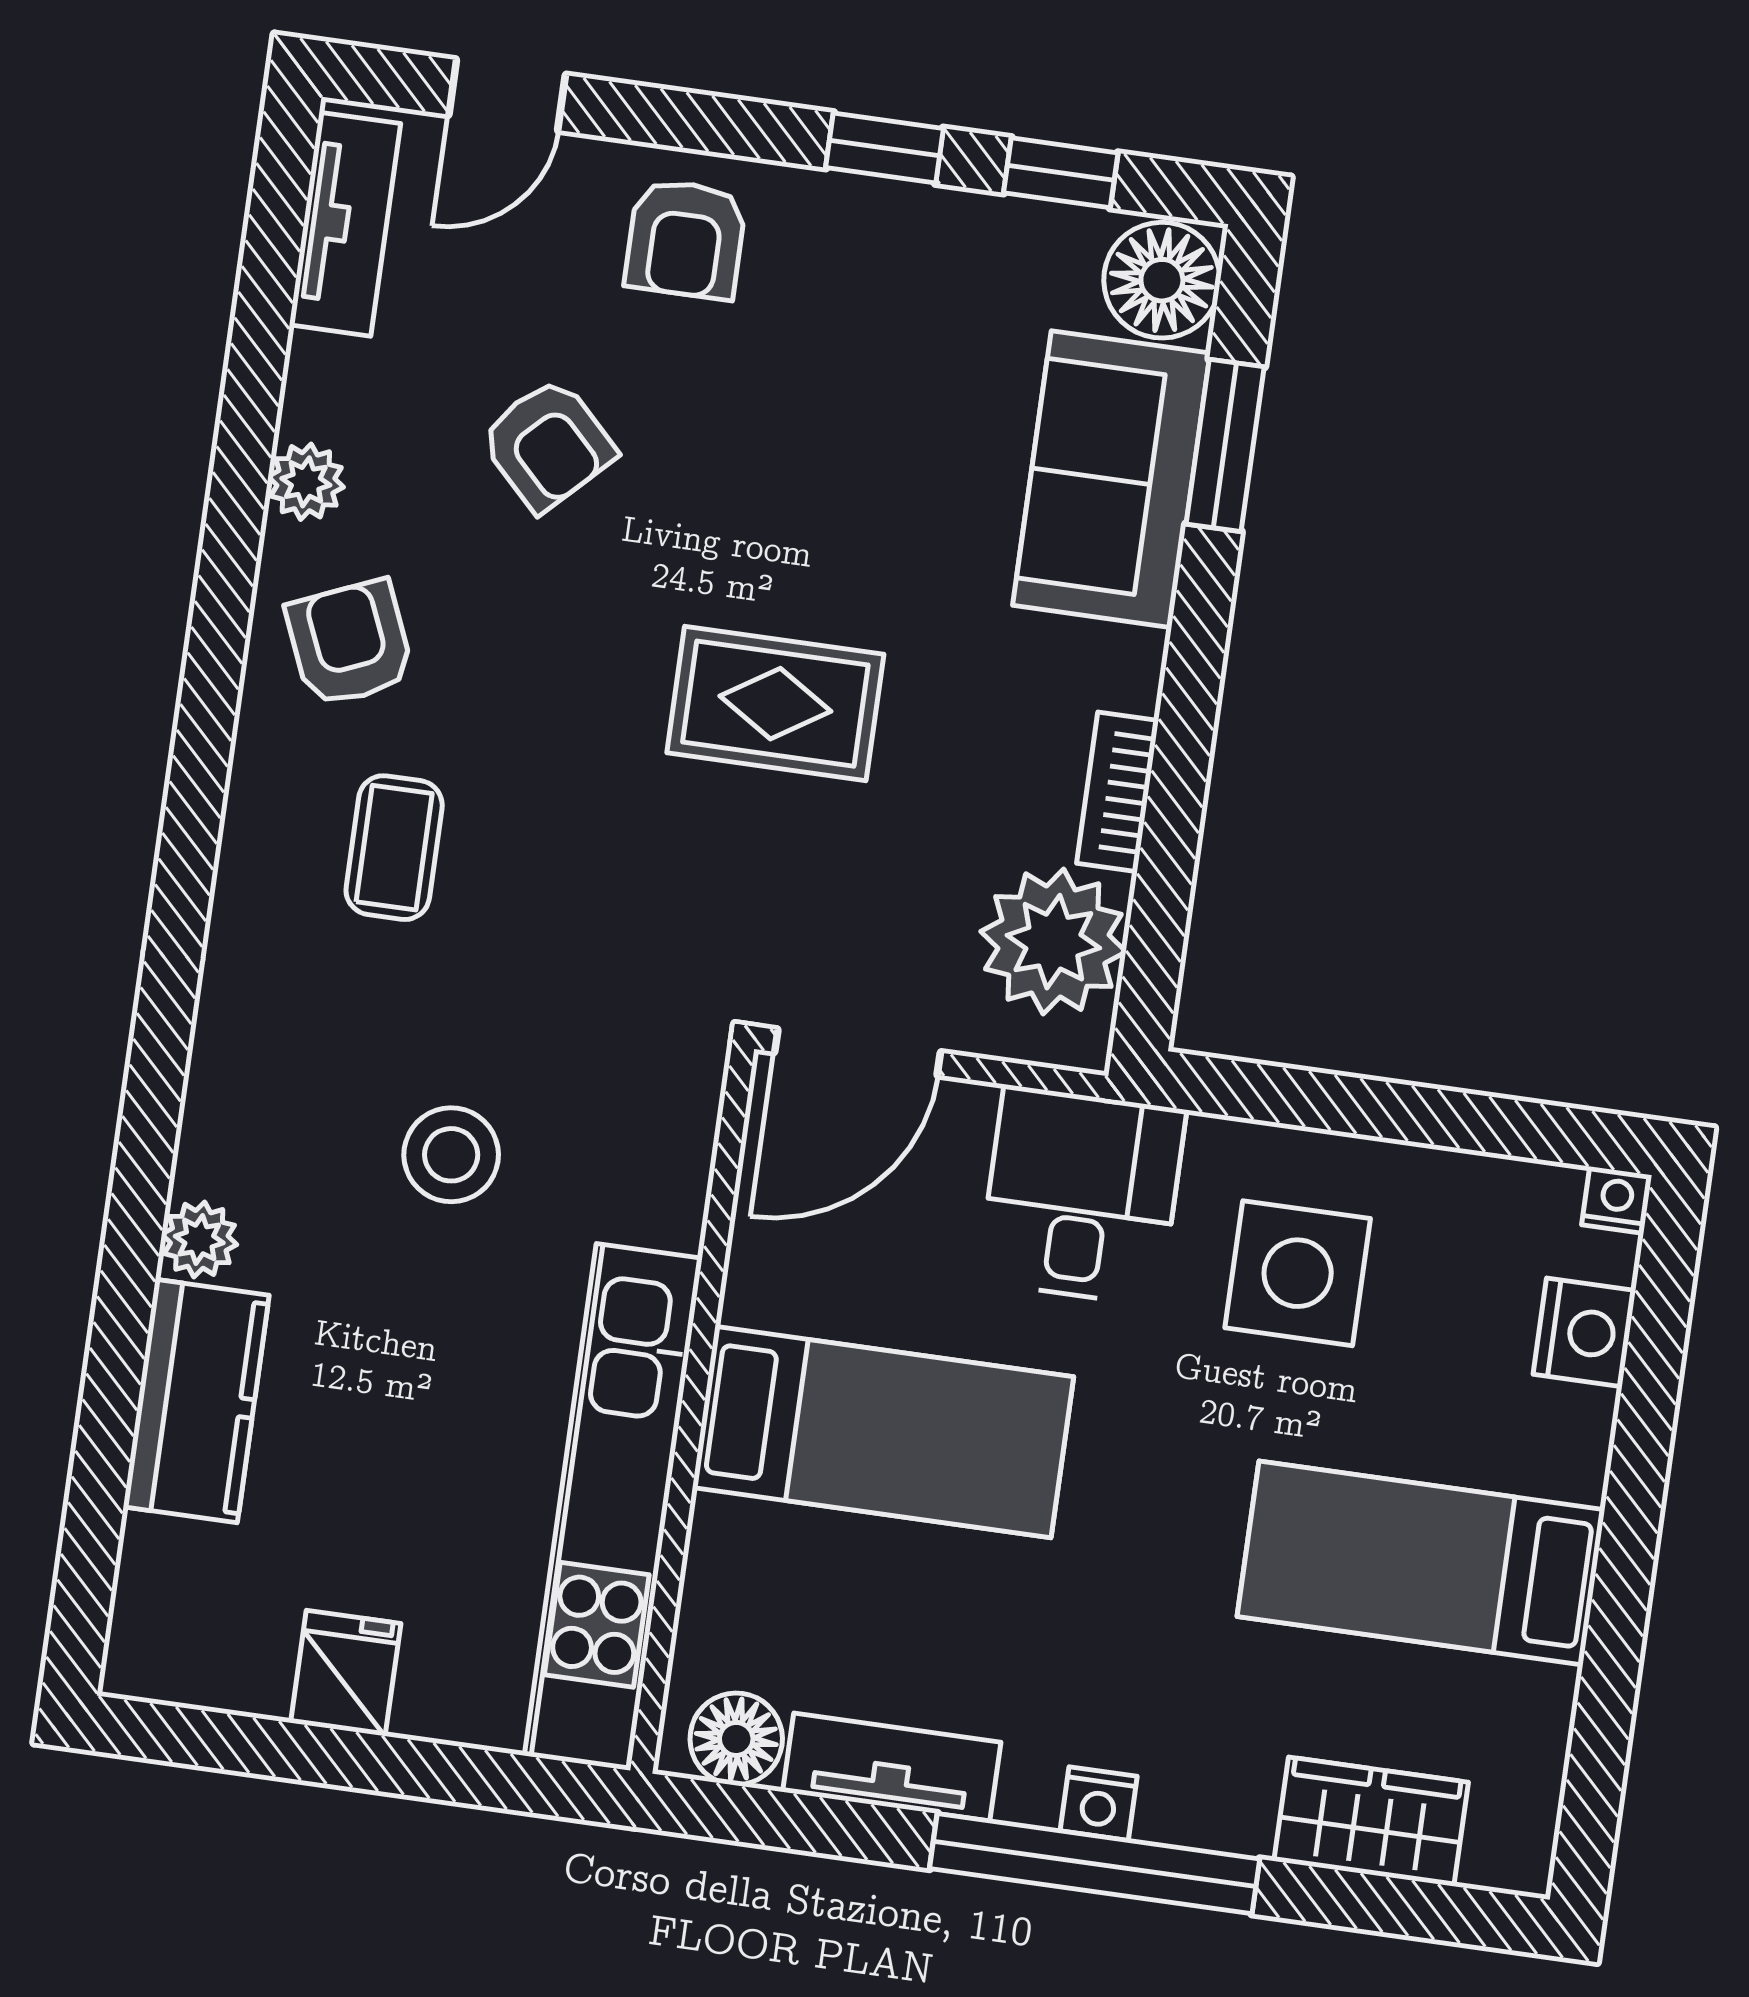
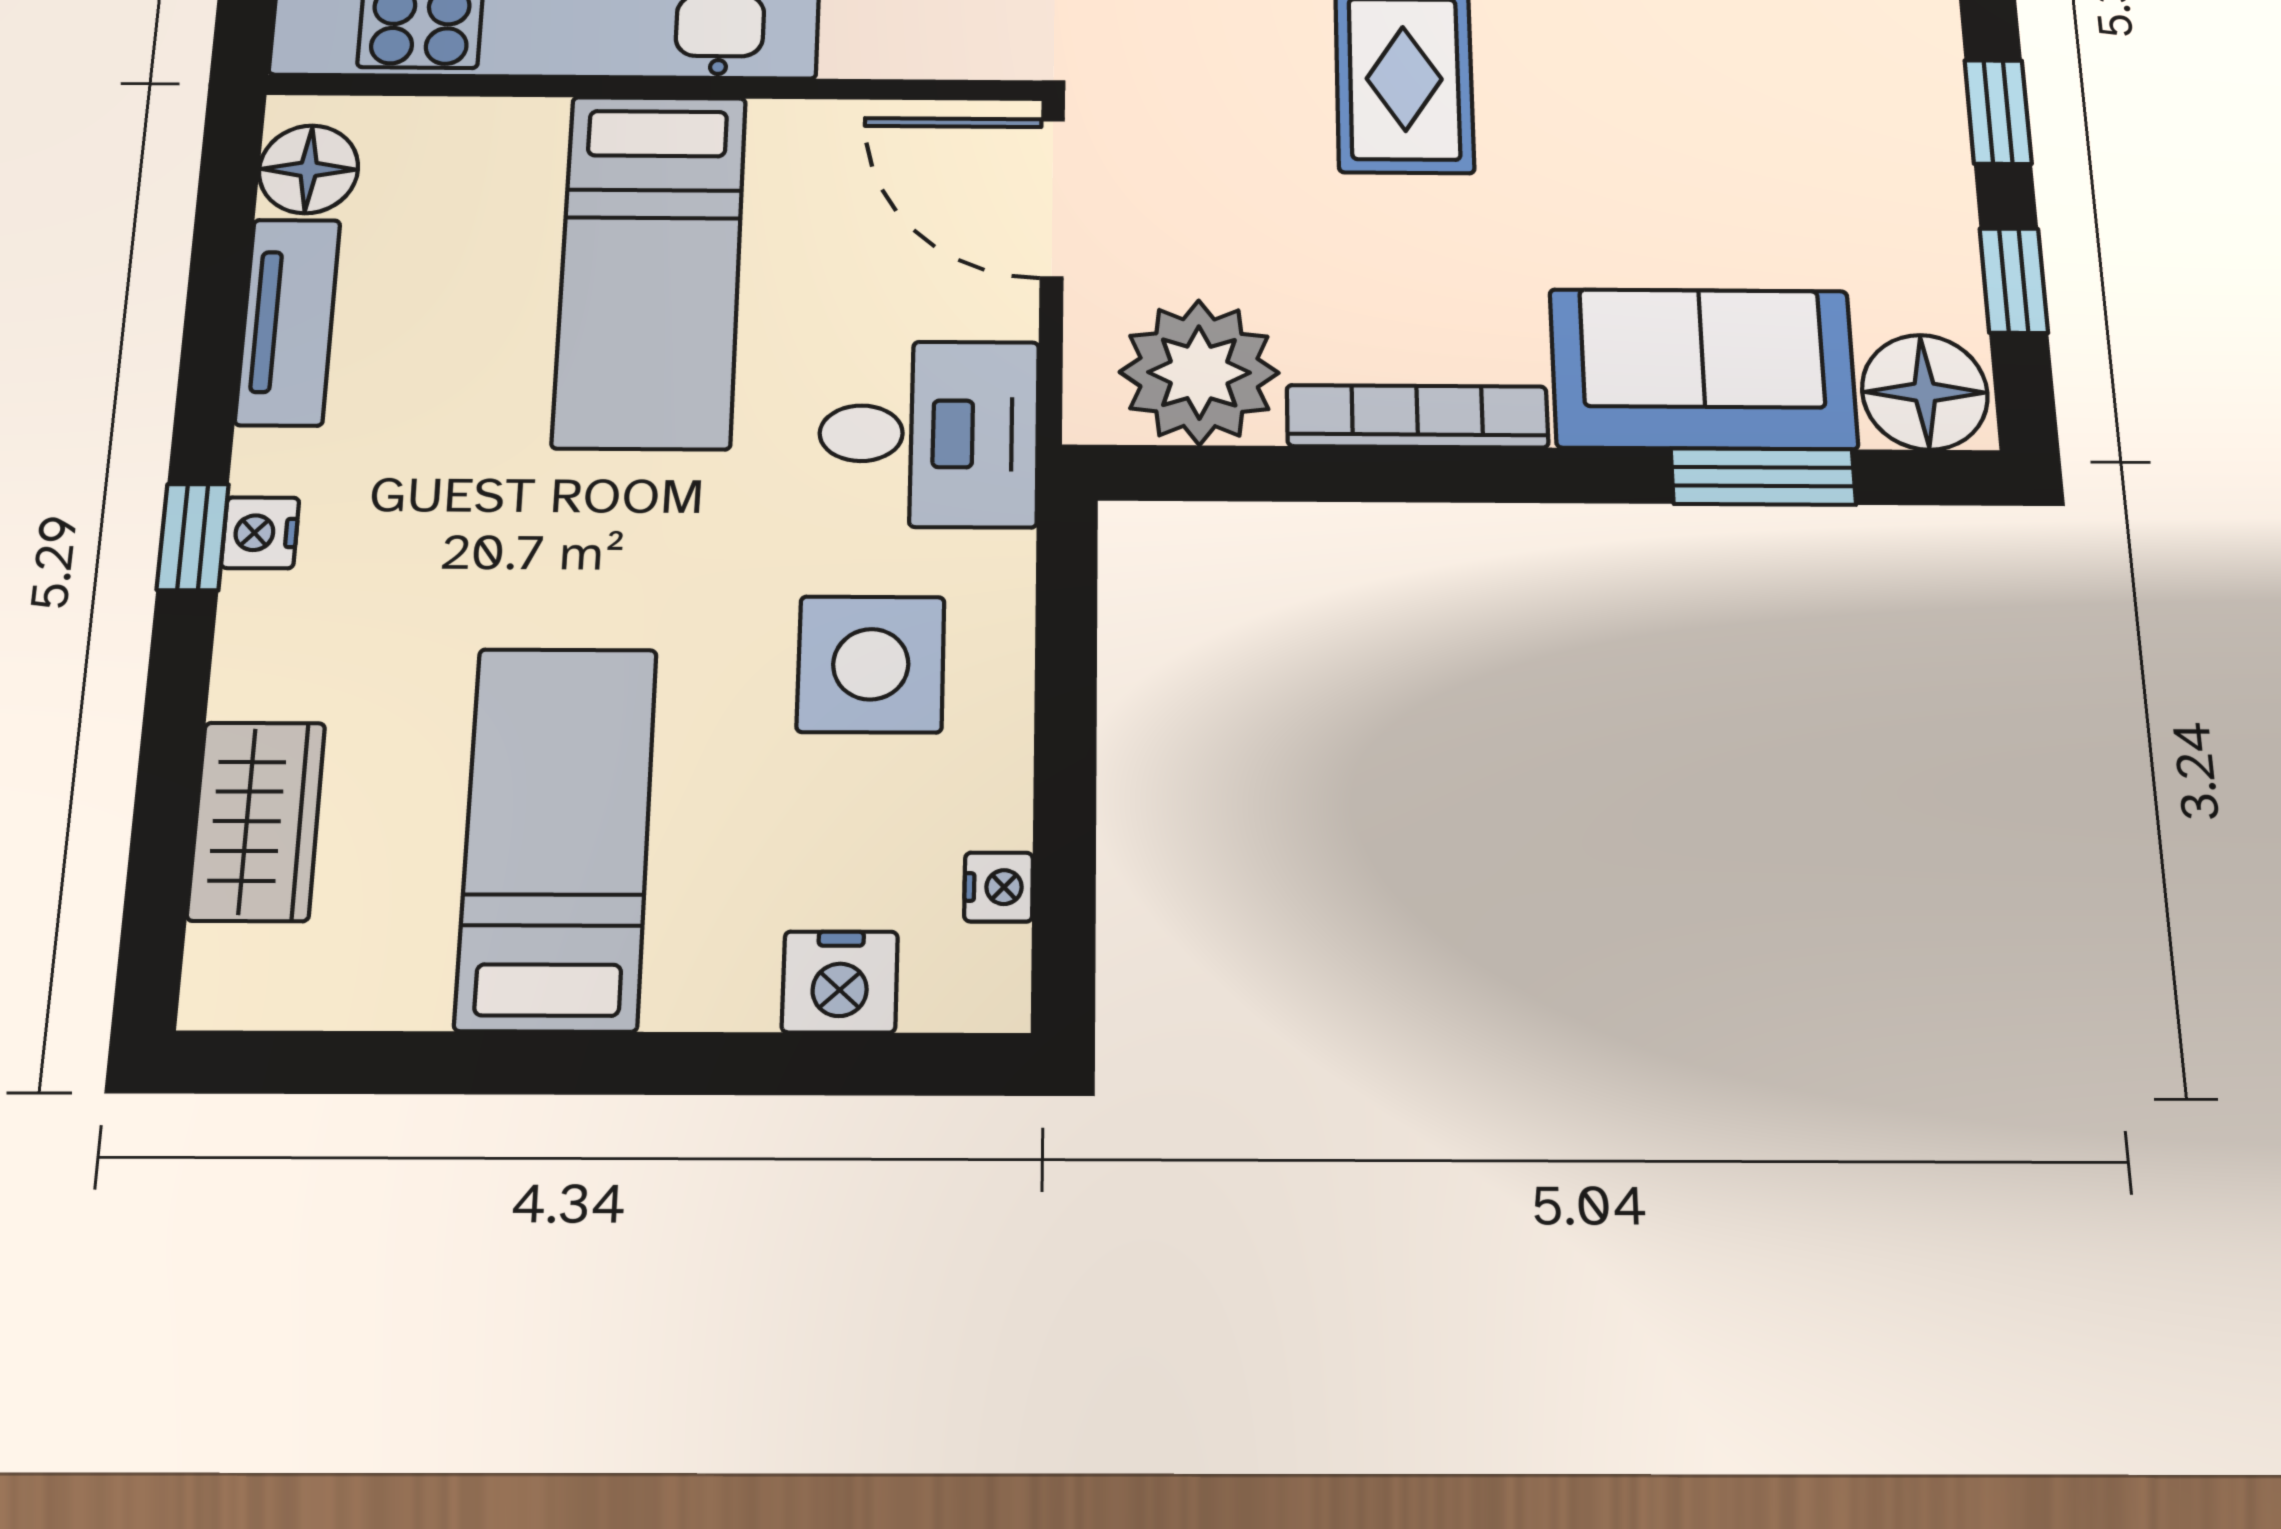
bookcase: (1118, 792) -> (1417, 416), width x1.56
nightstand: (1617, 1200) -> (999, 887), moved
window: (1095, 1864) -> (193, 537), width x0.32

